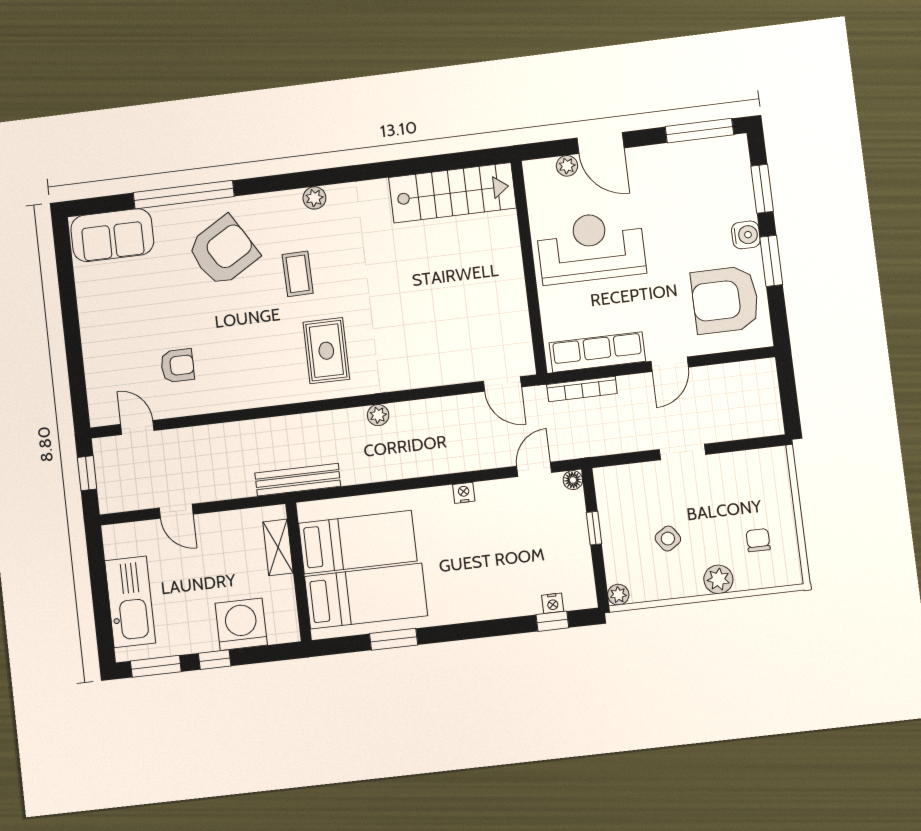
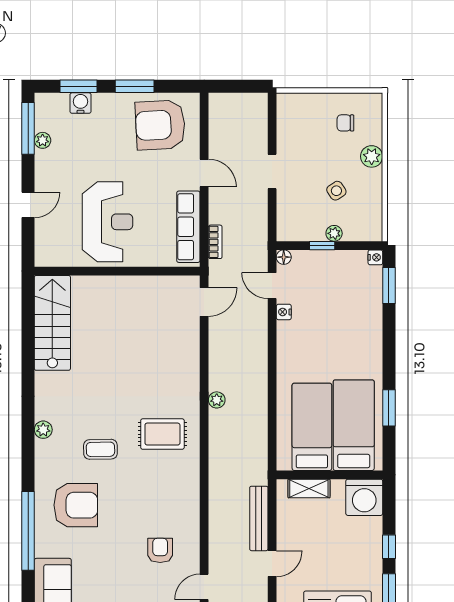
door: (600, 143) -> (28, 205), width x0.73
plant: (567, 166) -> (43, 140), moved
water cooler: (746, 235) -> (80, 103), moved
reception desk: (591, 247) -> (107, 222), turned 180
armchair: (223, 251) -> (76, 505), turned 121
armchair: (725, 300) -> (160, 125), turned 87
bookcase: (582, 389) -> (215, 242), width x0.64
bench: (298, 480) -> (259, 518), moved
nightstand: (464, 493) -> (284, 312), moved
plant: (618, 595) -> (334, 233), moved
nightstand: (553, 603) -> (375, 257), moved
window: (552, 621) -> (389, 286), width x1.50
washing machine: (241, 624) -> (364, 497), moved, turned -90

